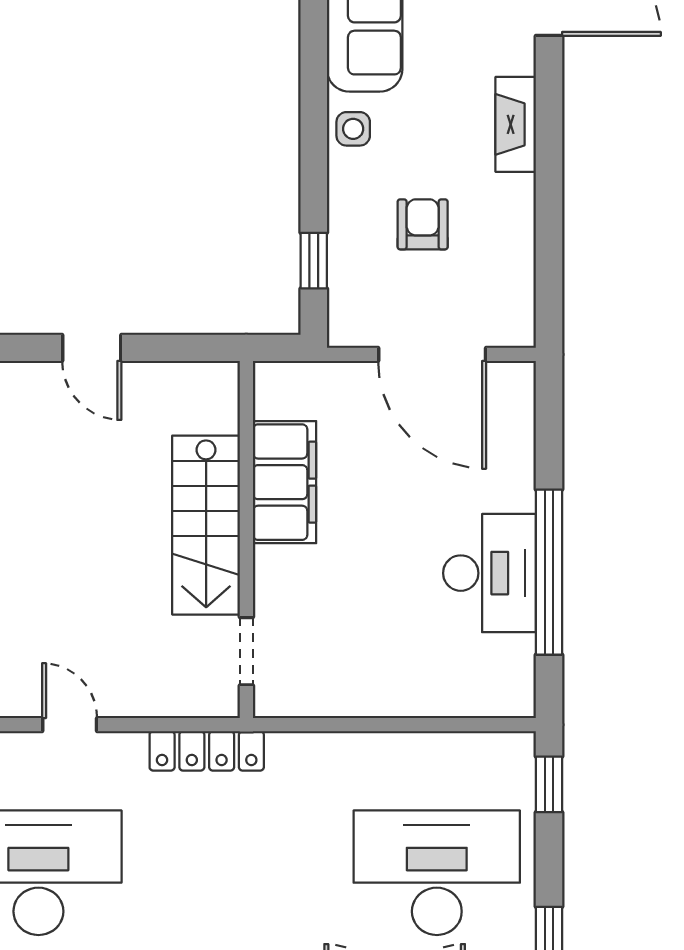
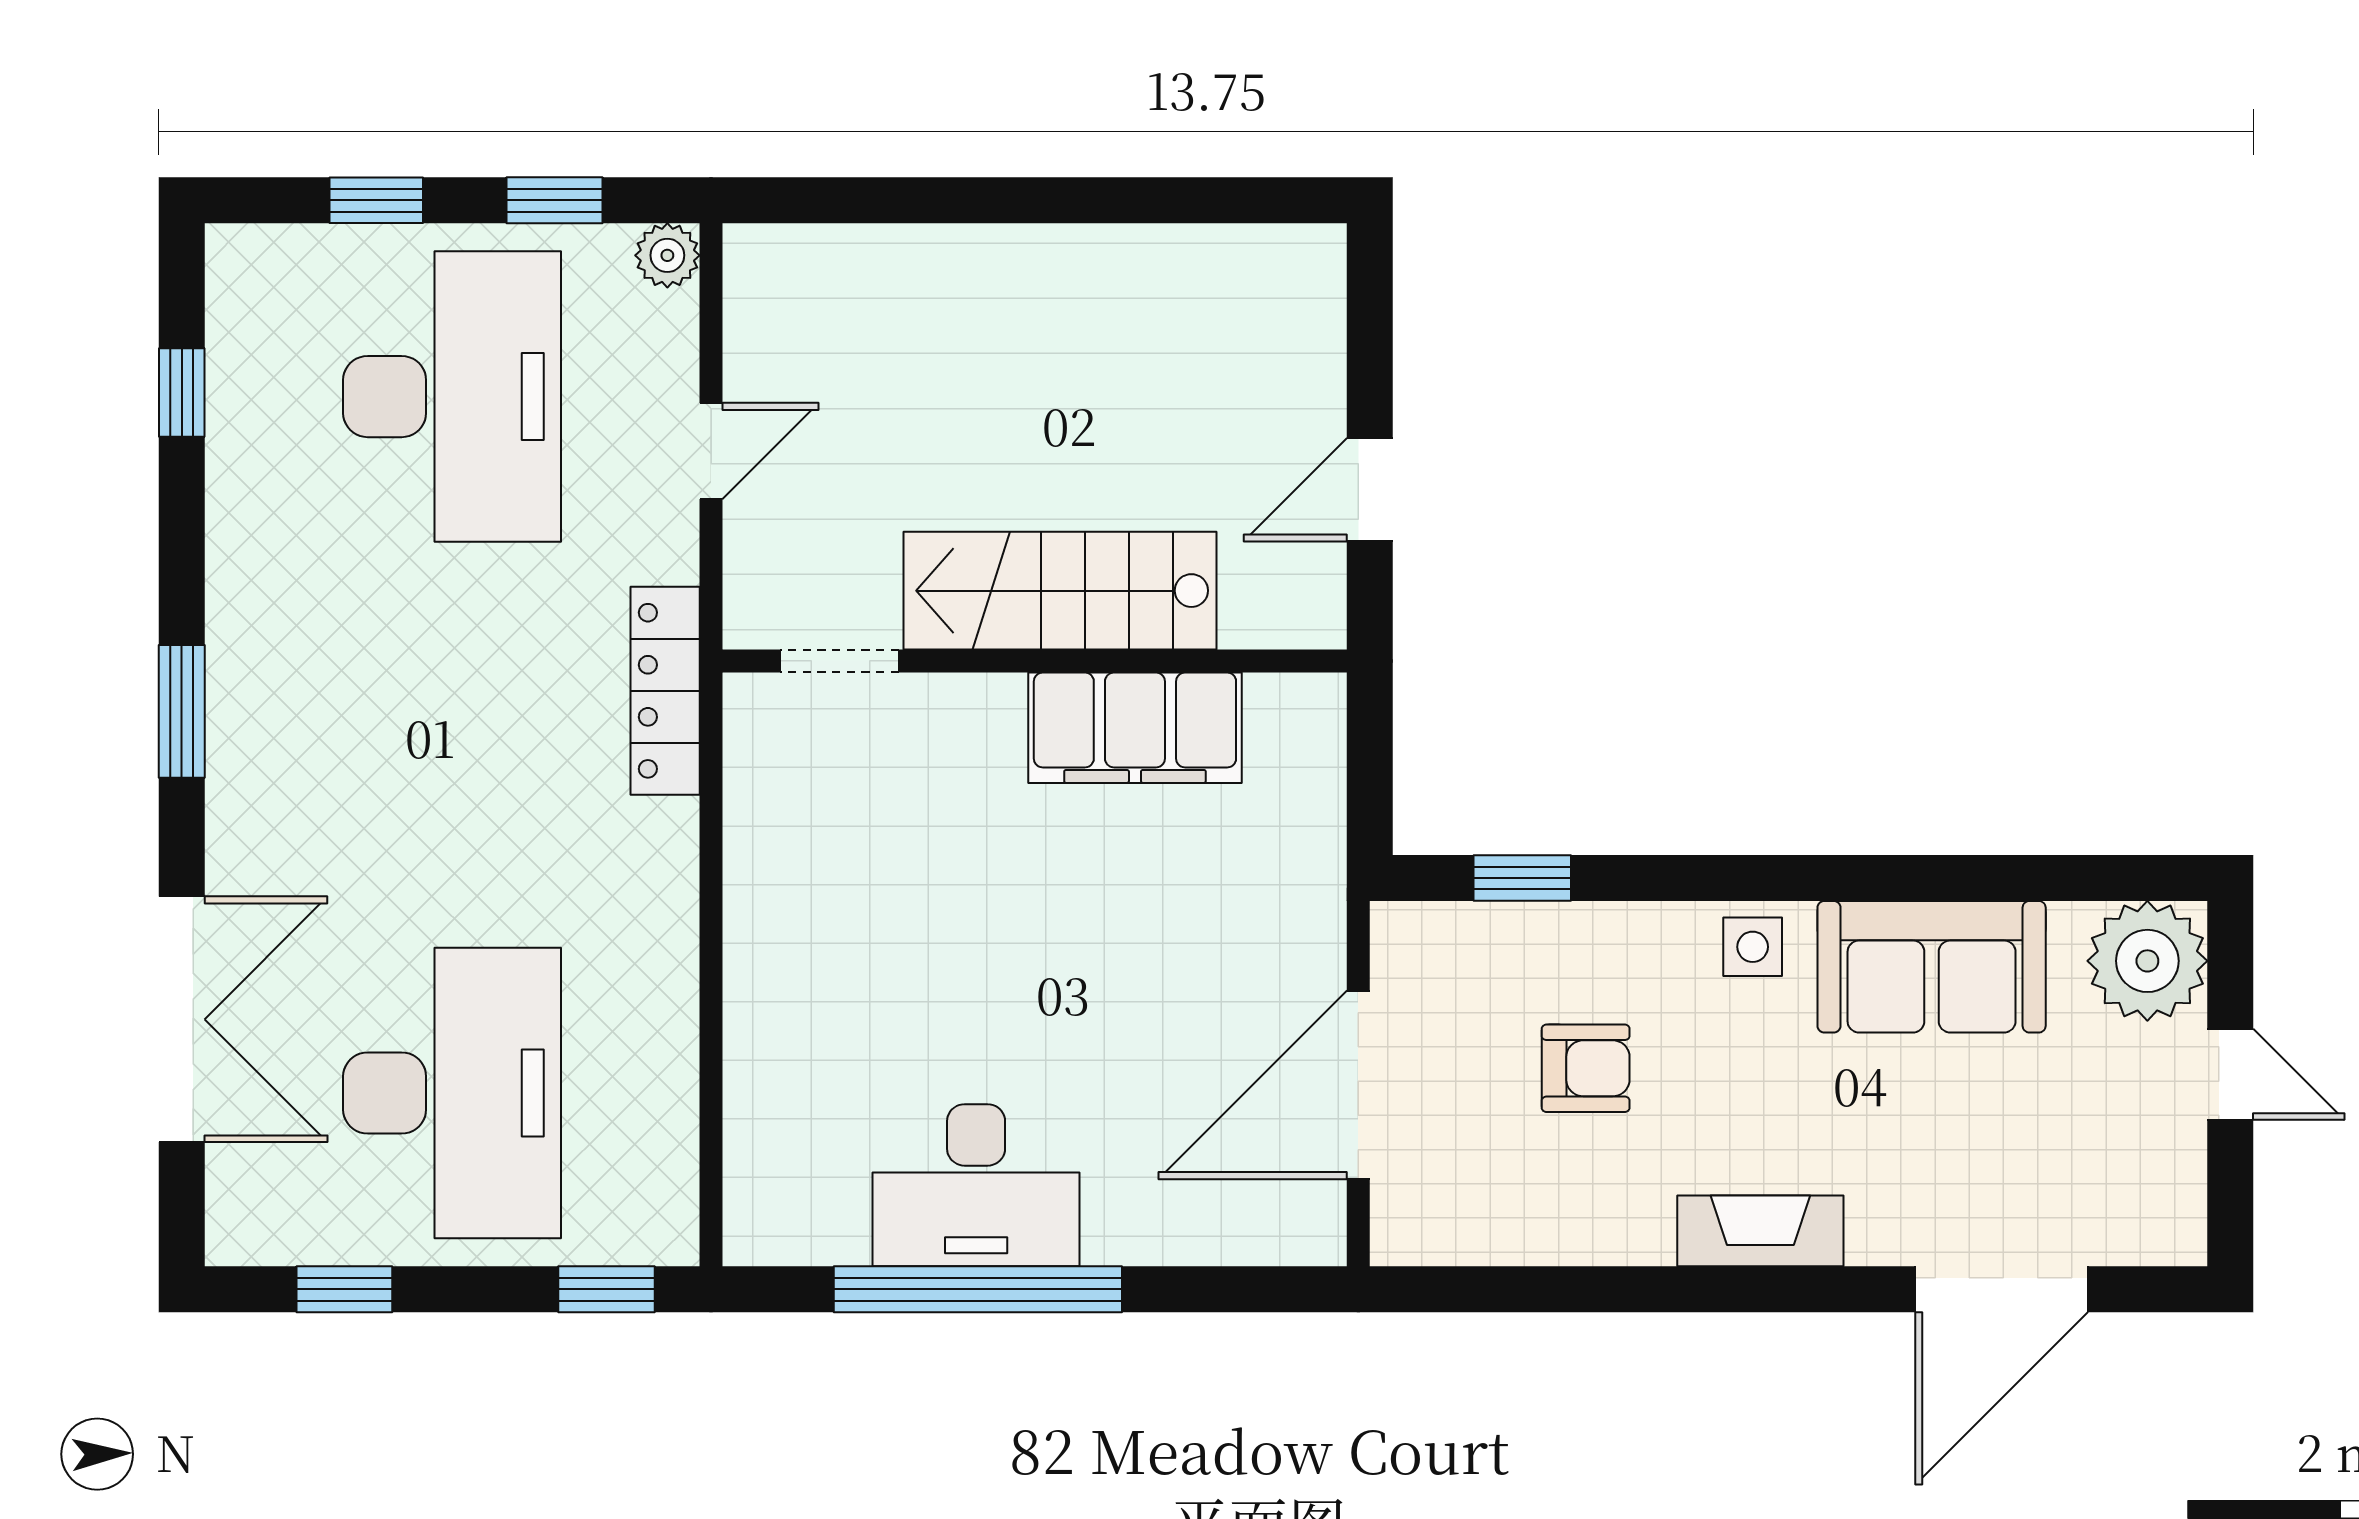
filing cabinet: (284, 482) -> (1135, 728), moved
stairs: (206, 525) -> (1060, 591), moved
wall: (246, 540) -> (1035, 661), moved
doorway: (246, 651) -> (839, 661), moved

